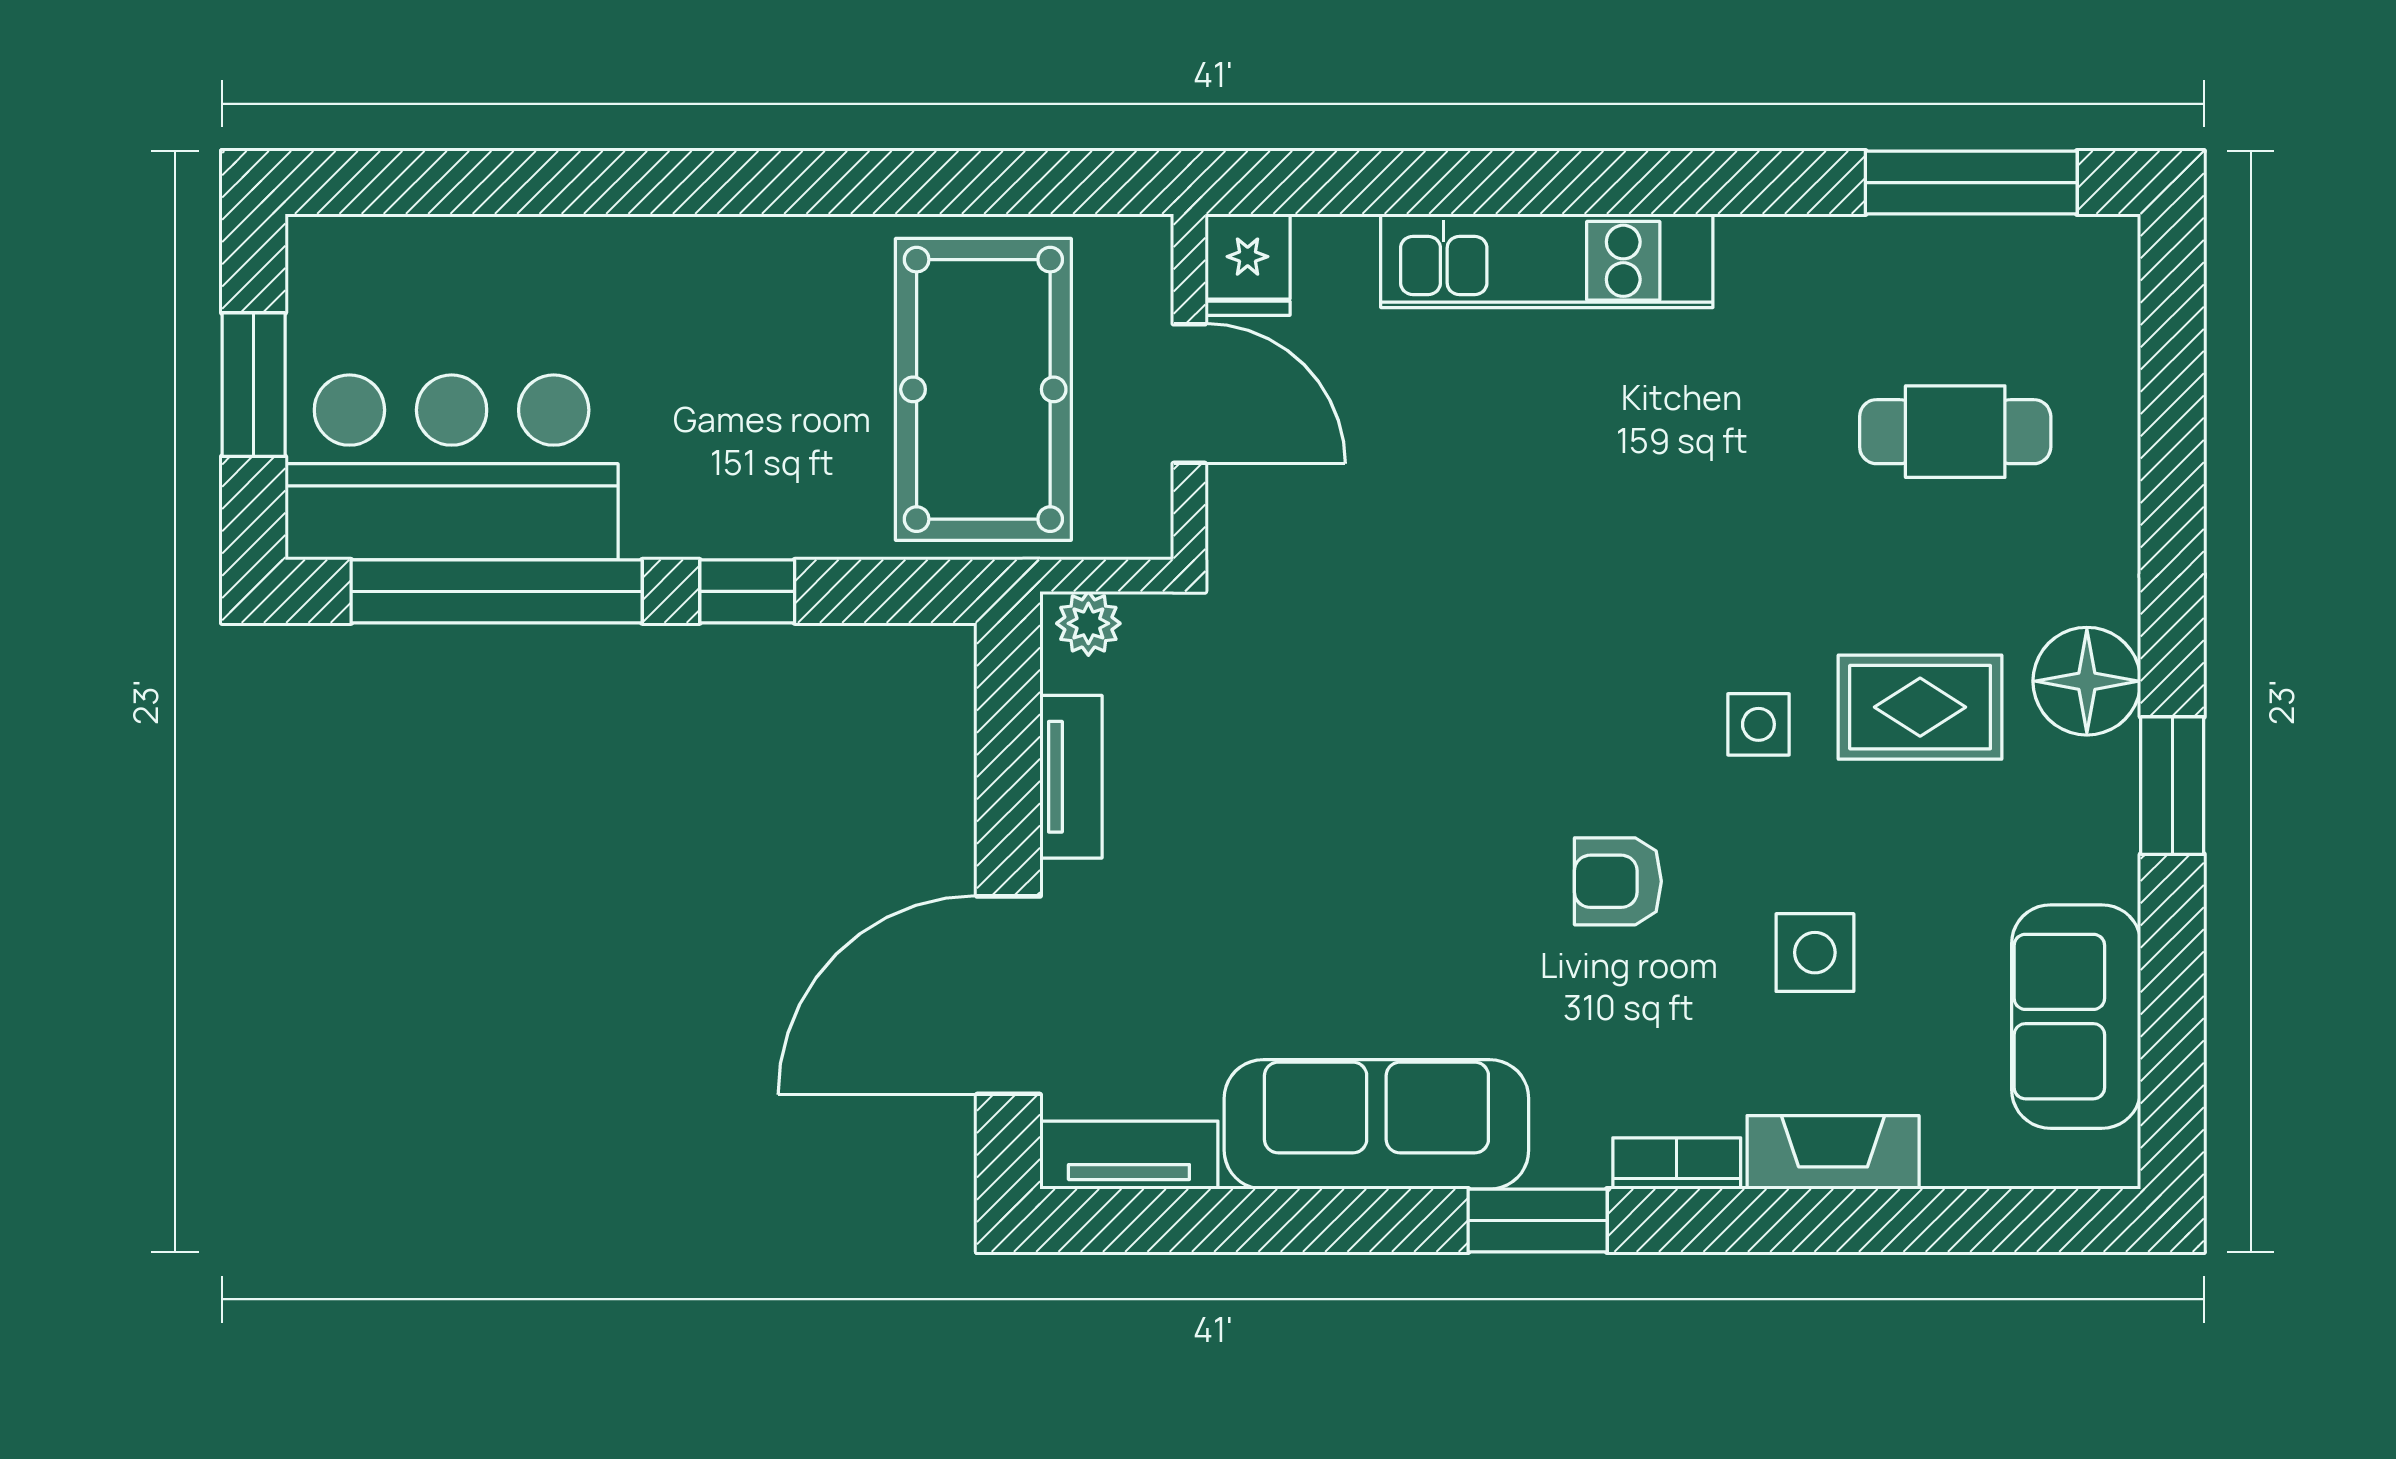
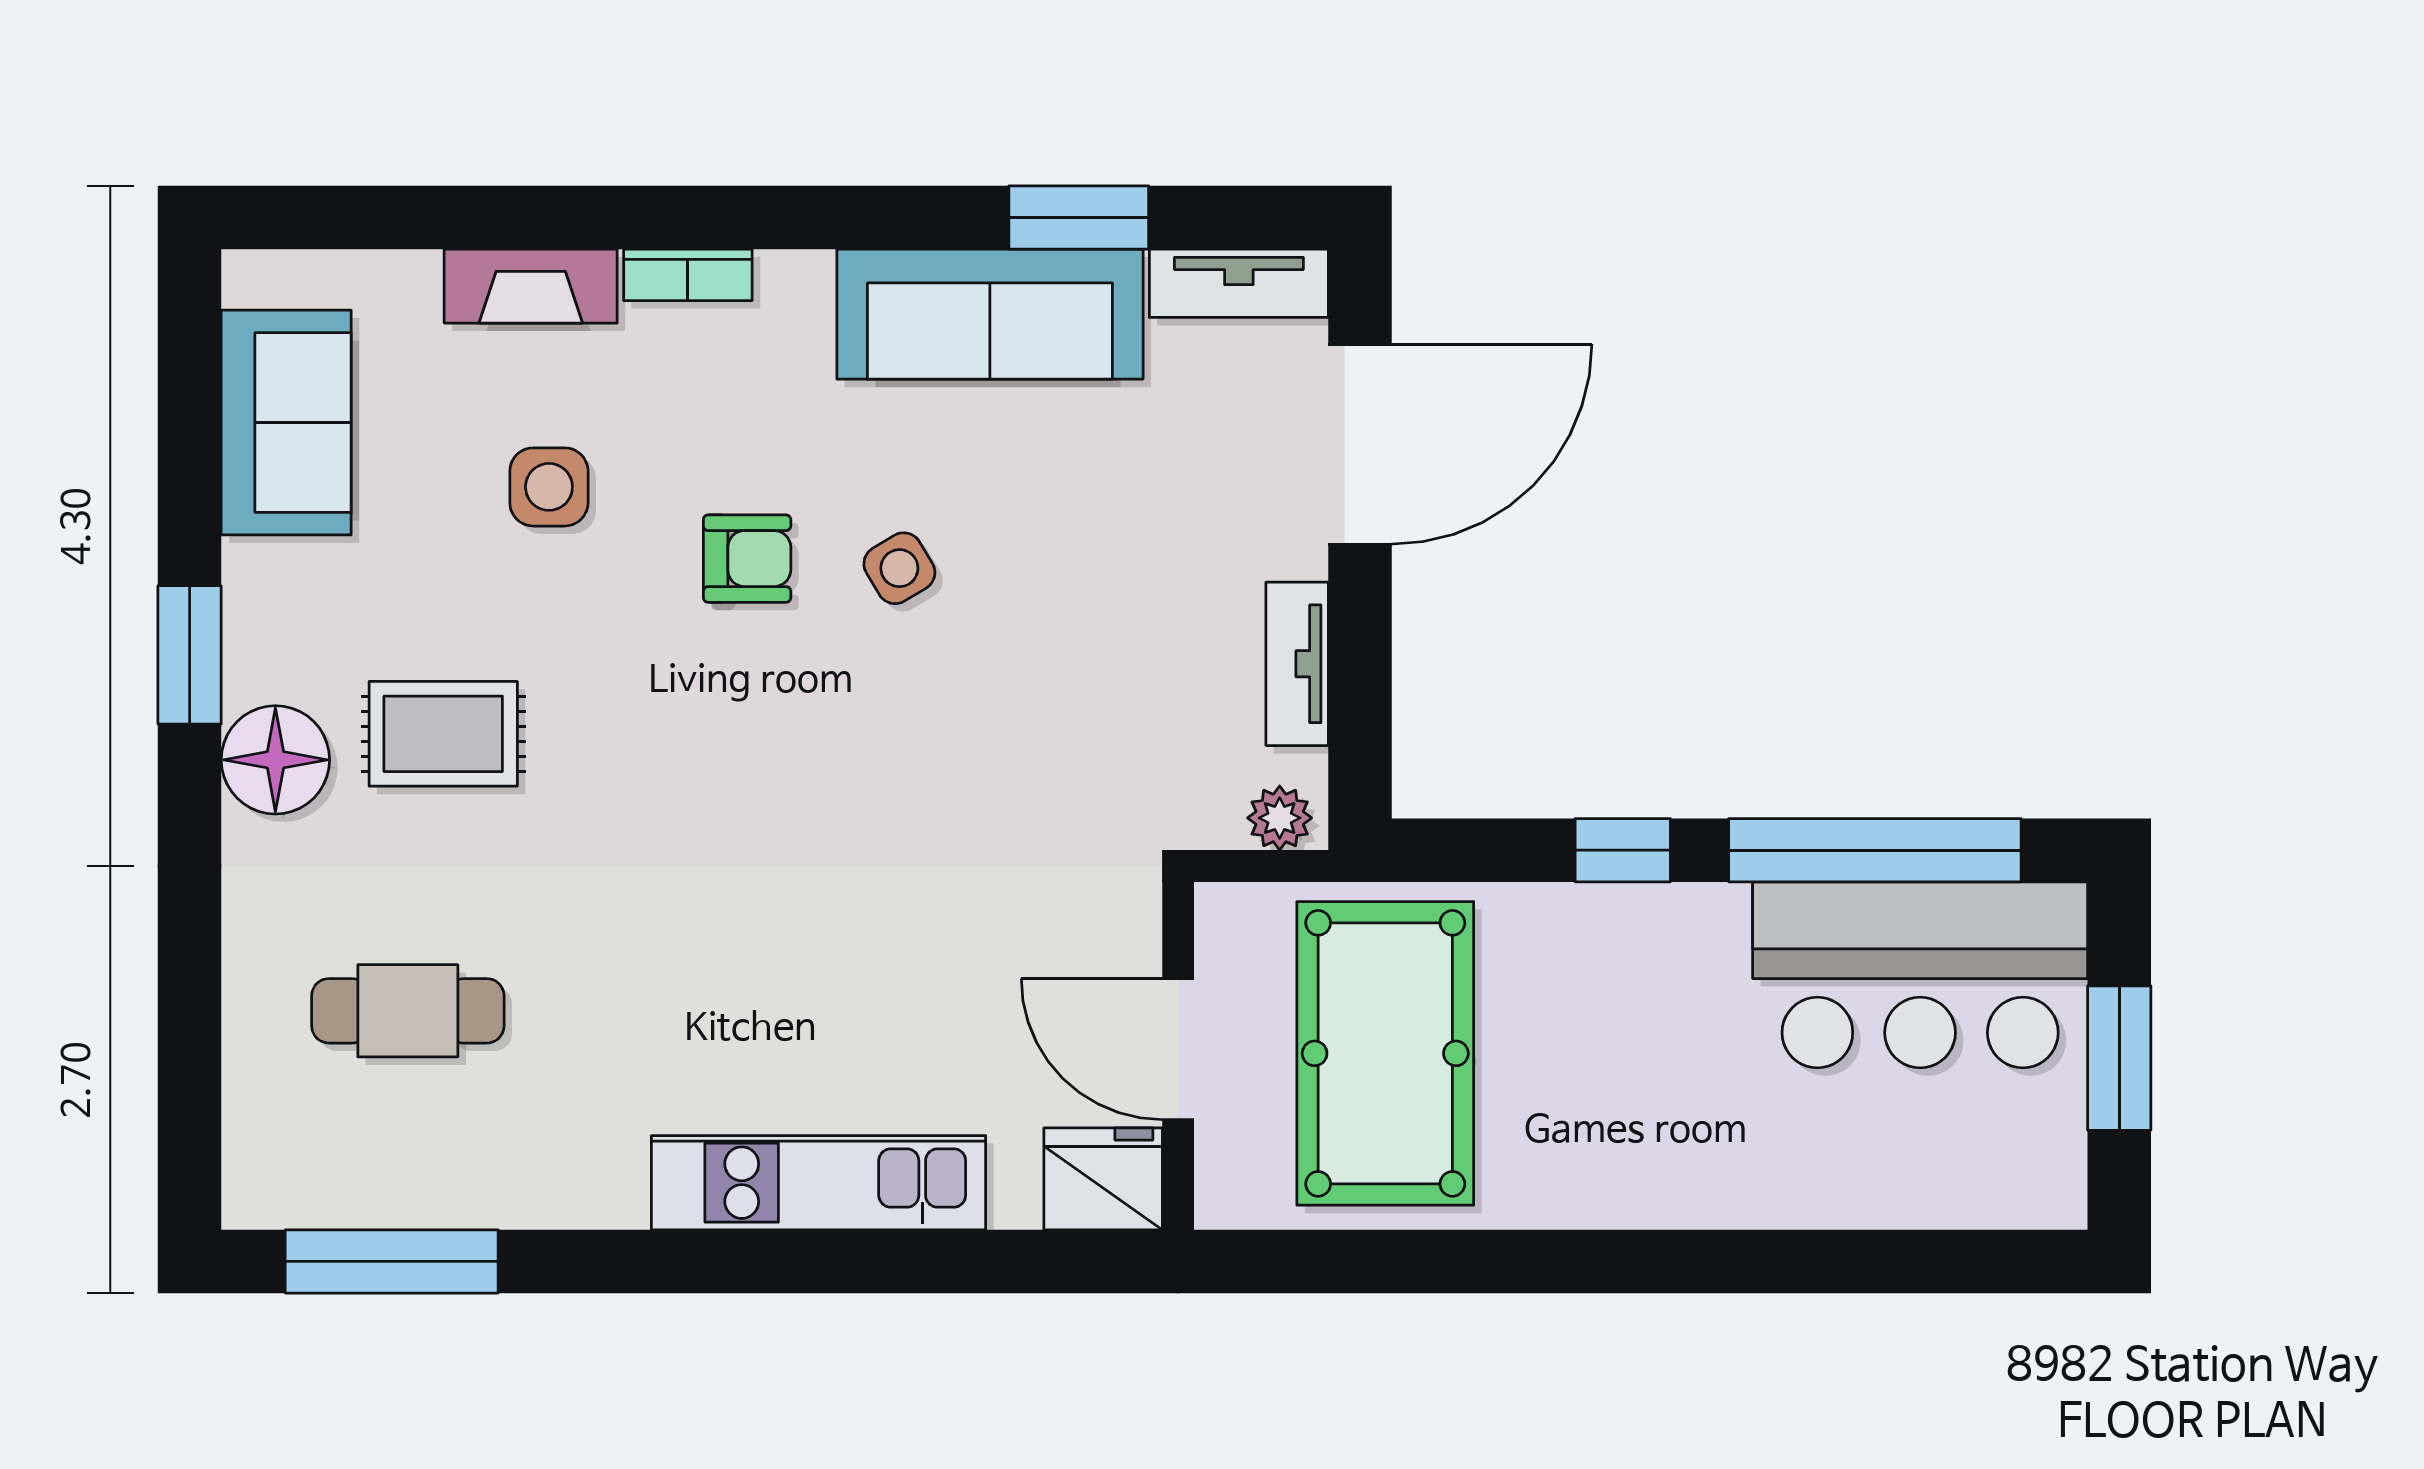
fridge: (1248, 265) -> (1103, 1179), width x1.38
side table: (1758, 724) -> (899, 568), moved, turned -31
window: (1538, 1220) -> (1079, 217), moved

